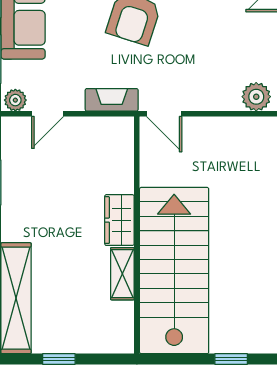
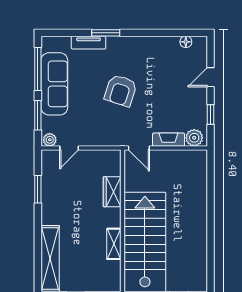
fireplace: (112, 100) -> (168, 140), moved
wardrobe: (119, 220) -> (112, 192), moved

